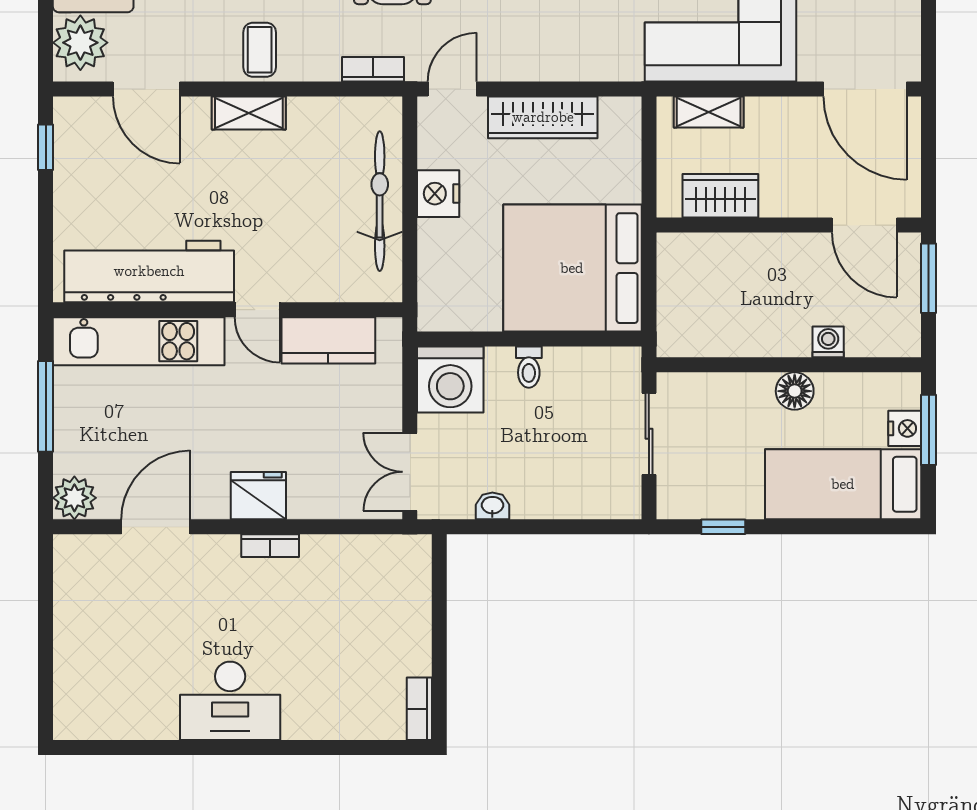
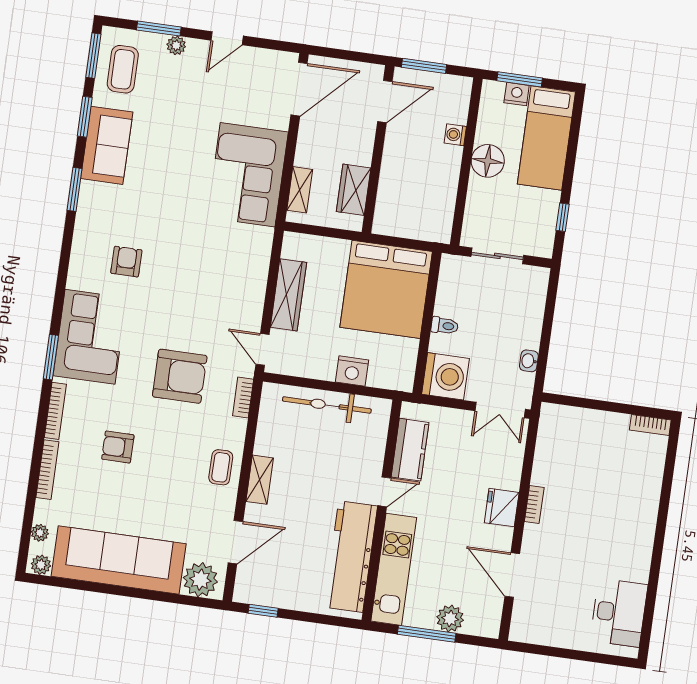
coffee table: (260, 50) -> (221, 467), turned 90
nightstand: (438, 194) -> (352, 371), moved
floor lamp: (795, 391) -> (488, 161), width x1.38, depth x1.38
plant: (74, 498) -> (450, 619), moved
desk: (230, 701) -> (619, 613), moved

